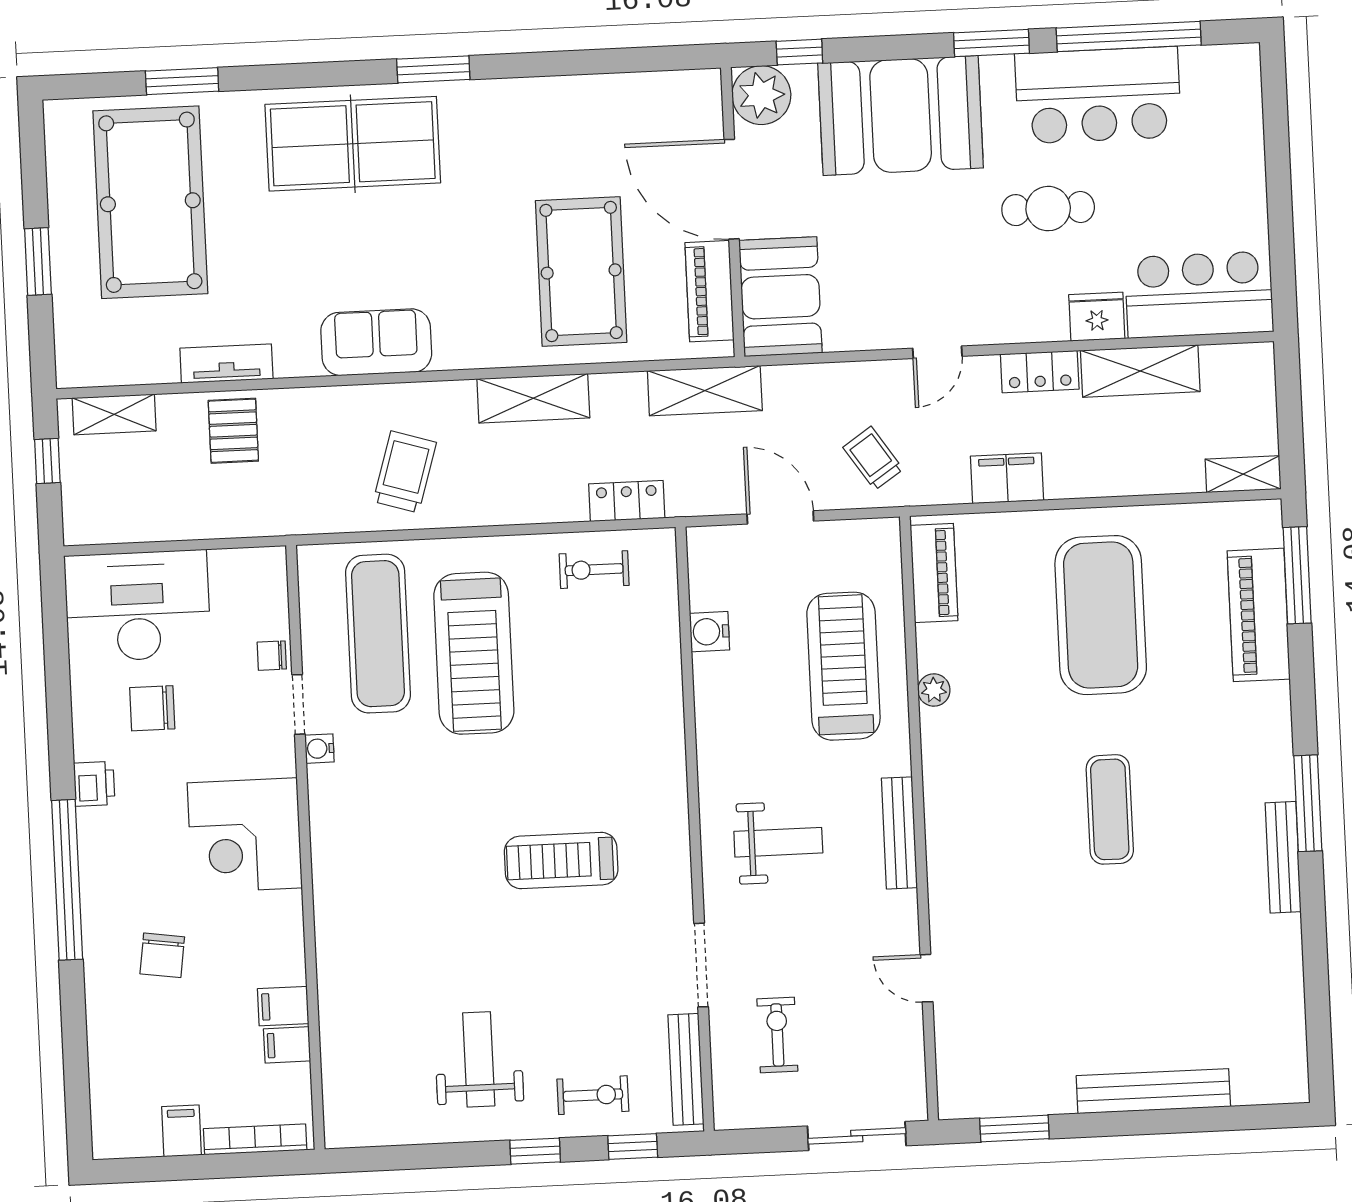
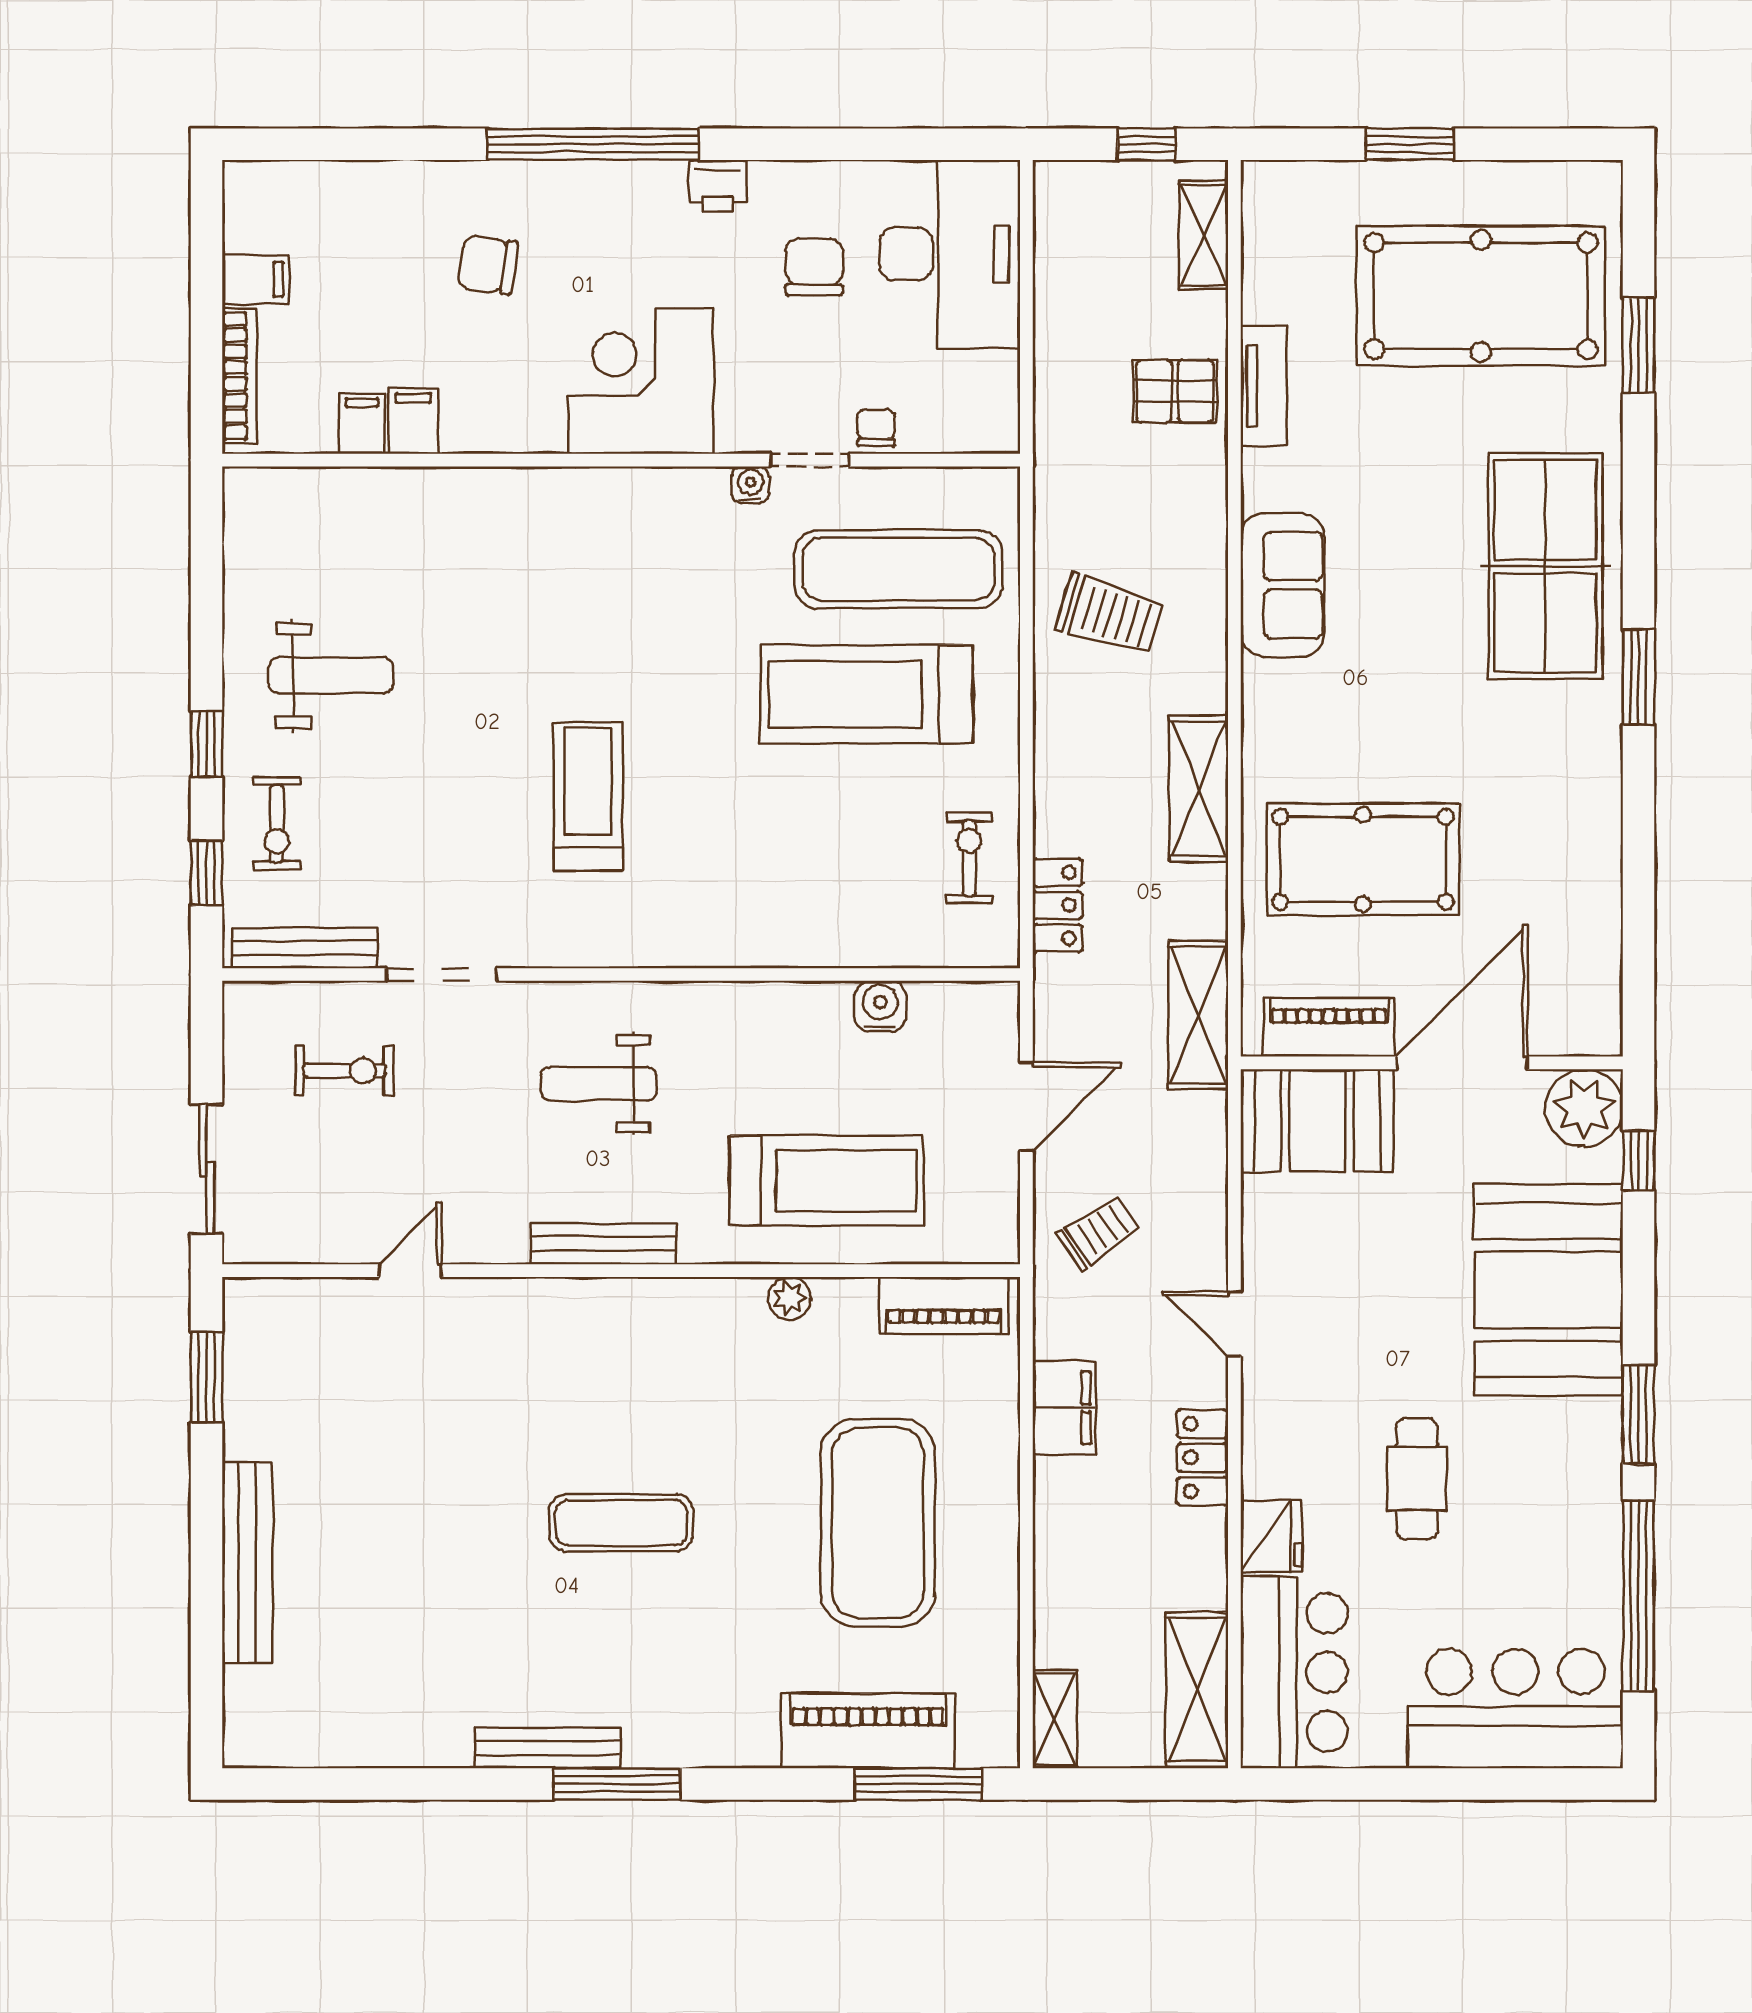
bar counter: (1098, 95) -> (1515, 1709), moved, turned 90
shelving: (1140, 371) -> (1197, 1690), moved
exercise mat: (1101, 615) -> (878, 1523), turned 90
weight bench: (778, 842) -> (599, 1084), turned 90

